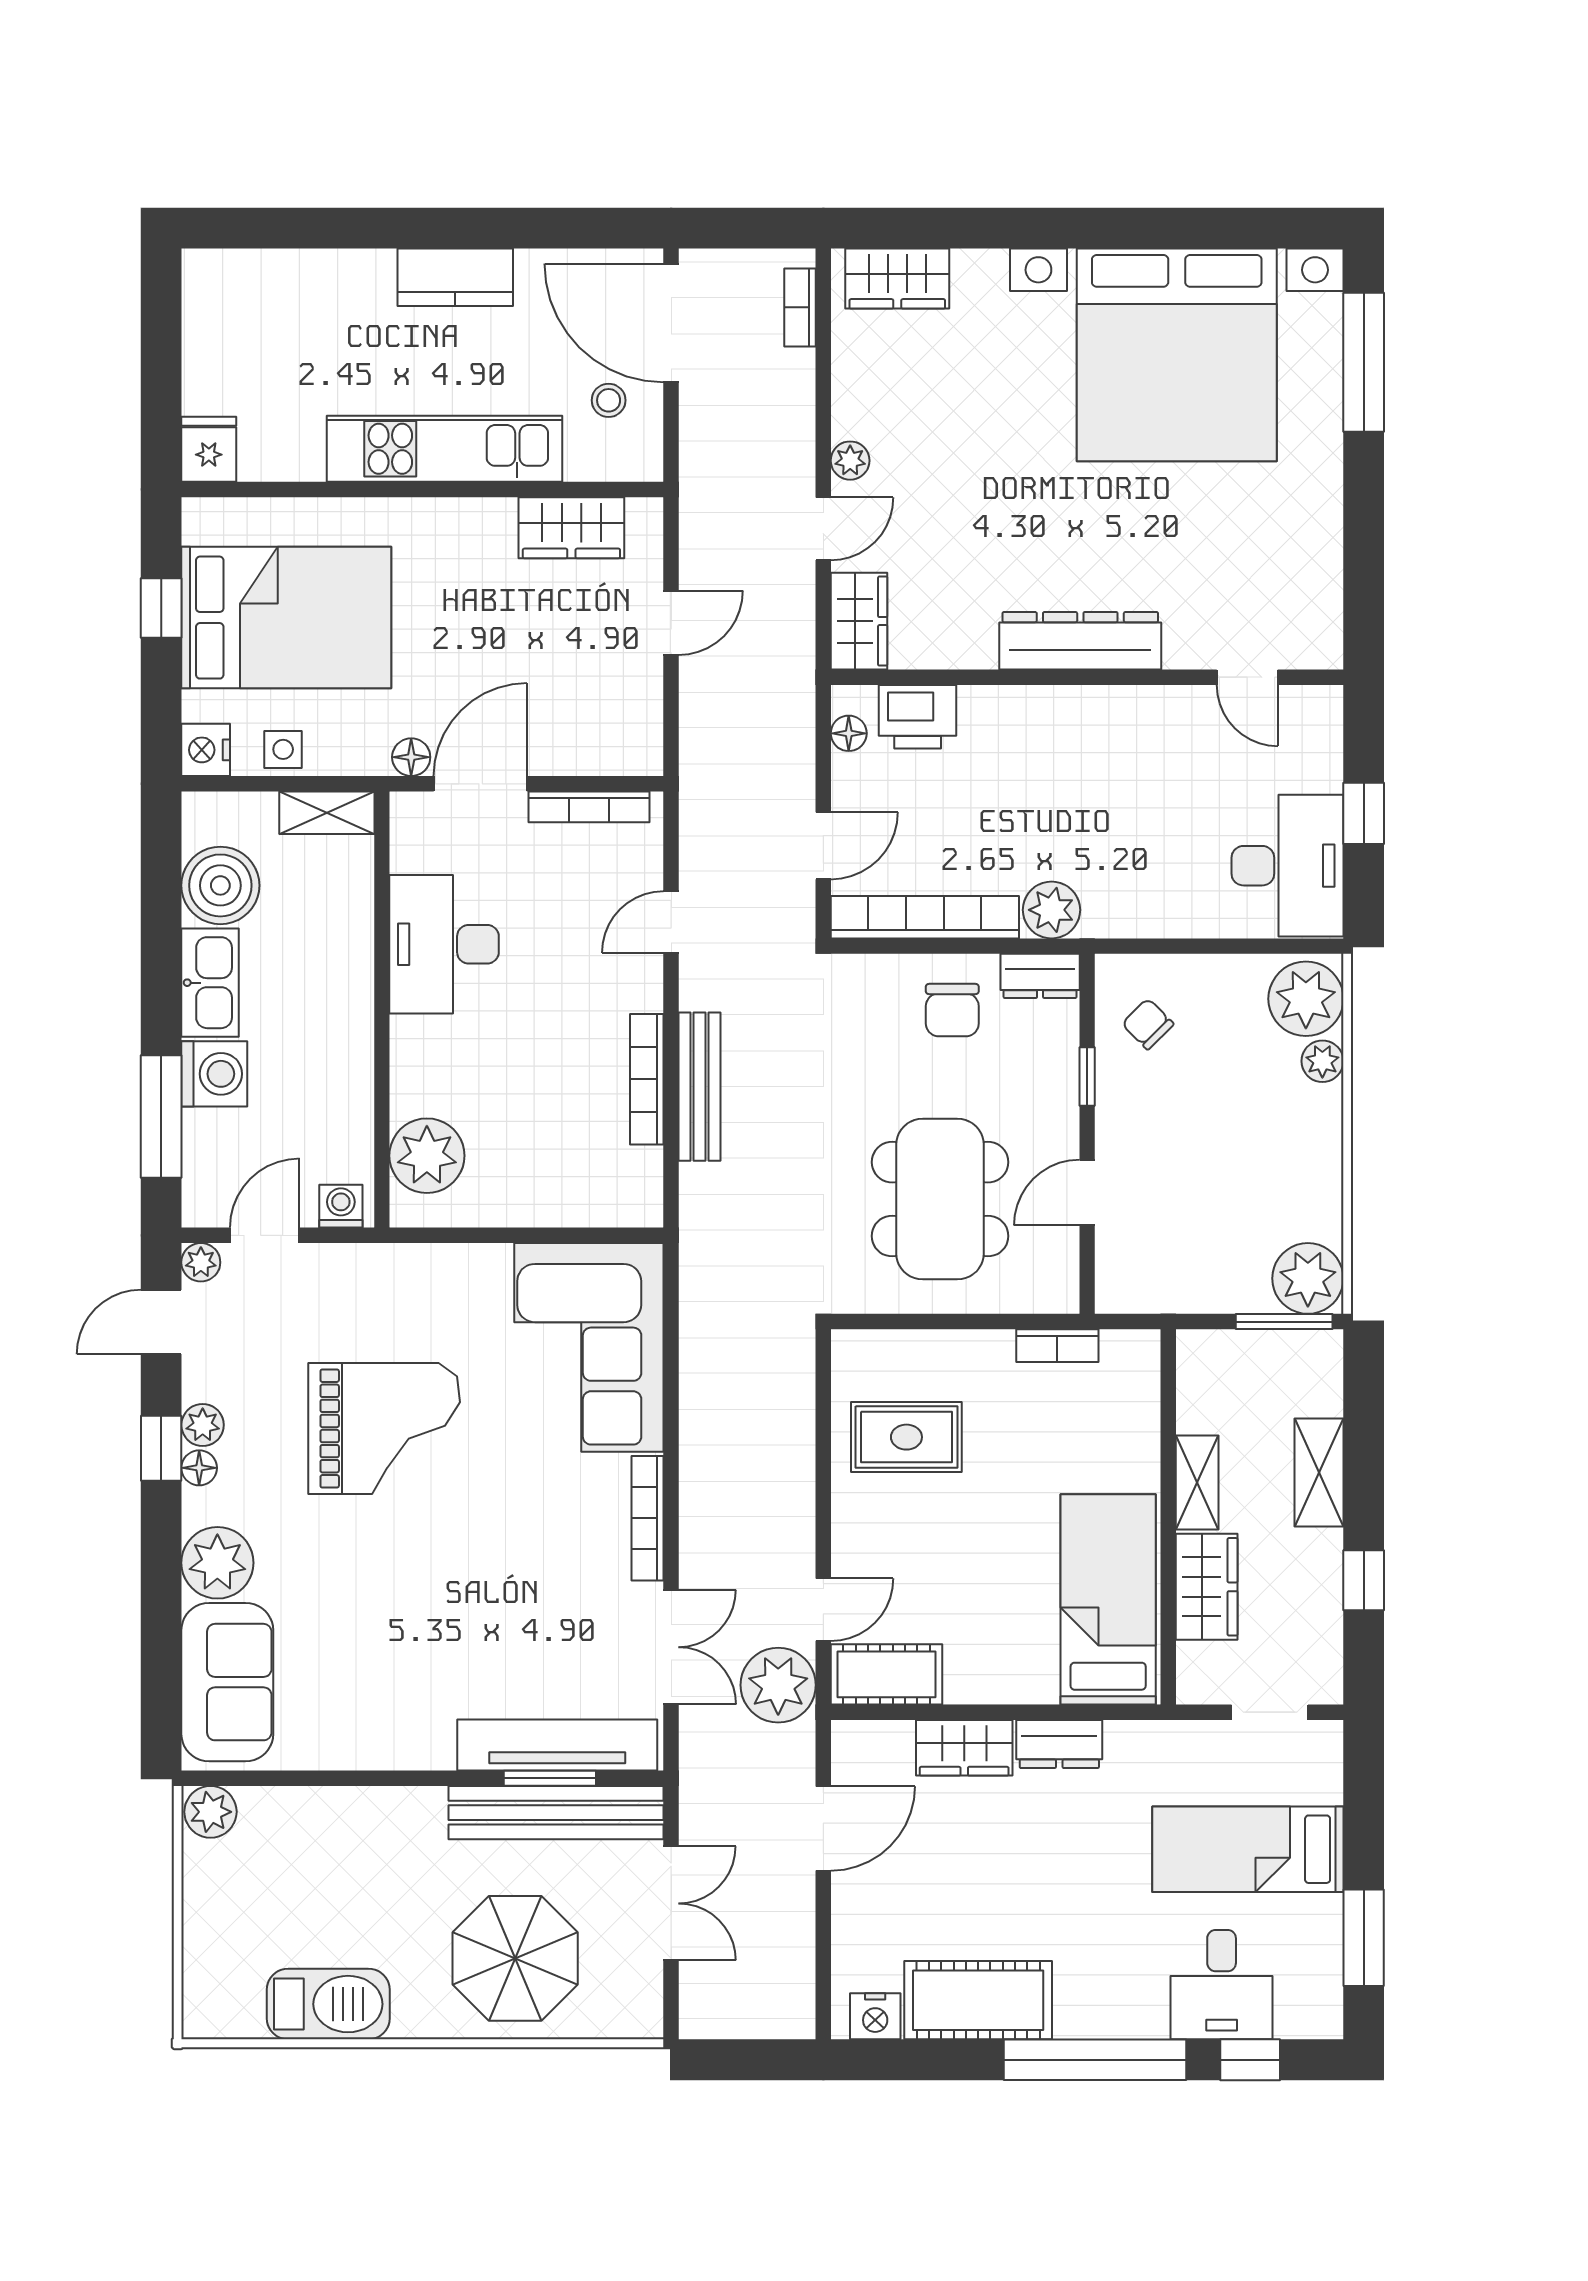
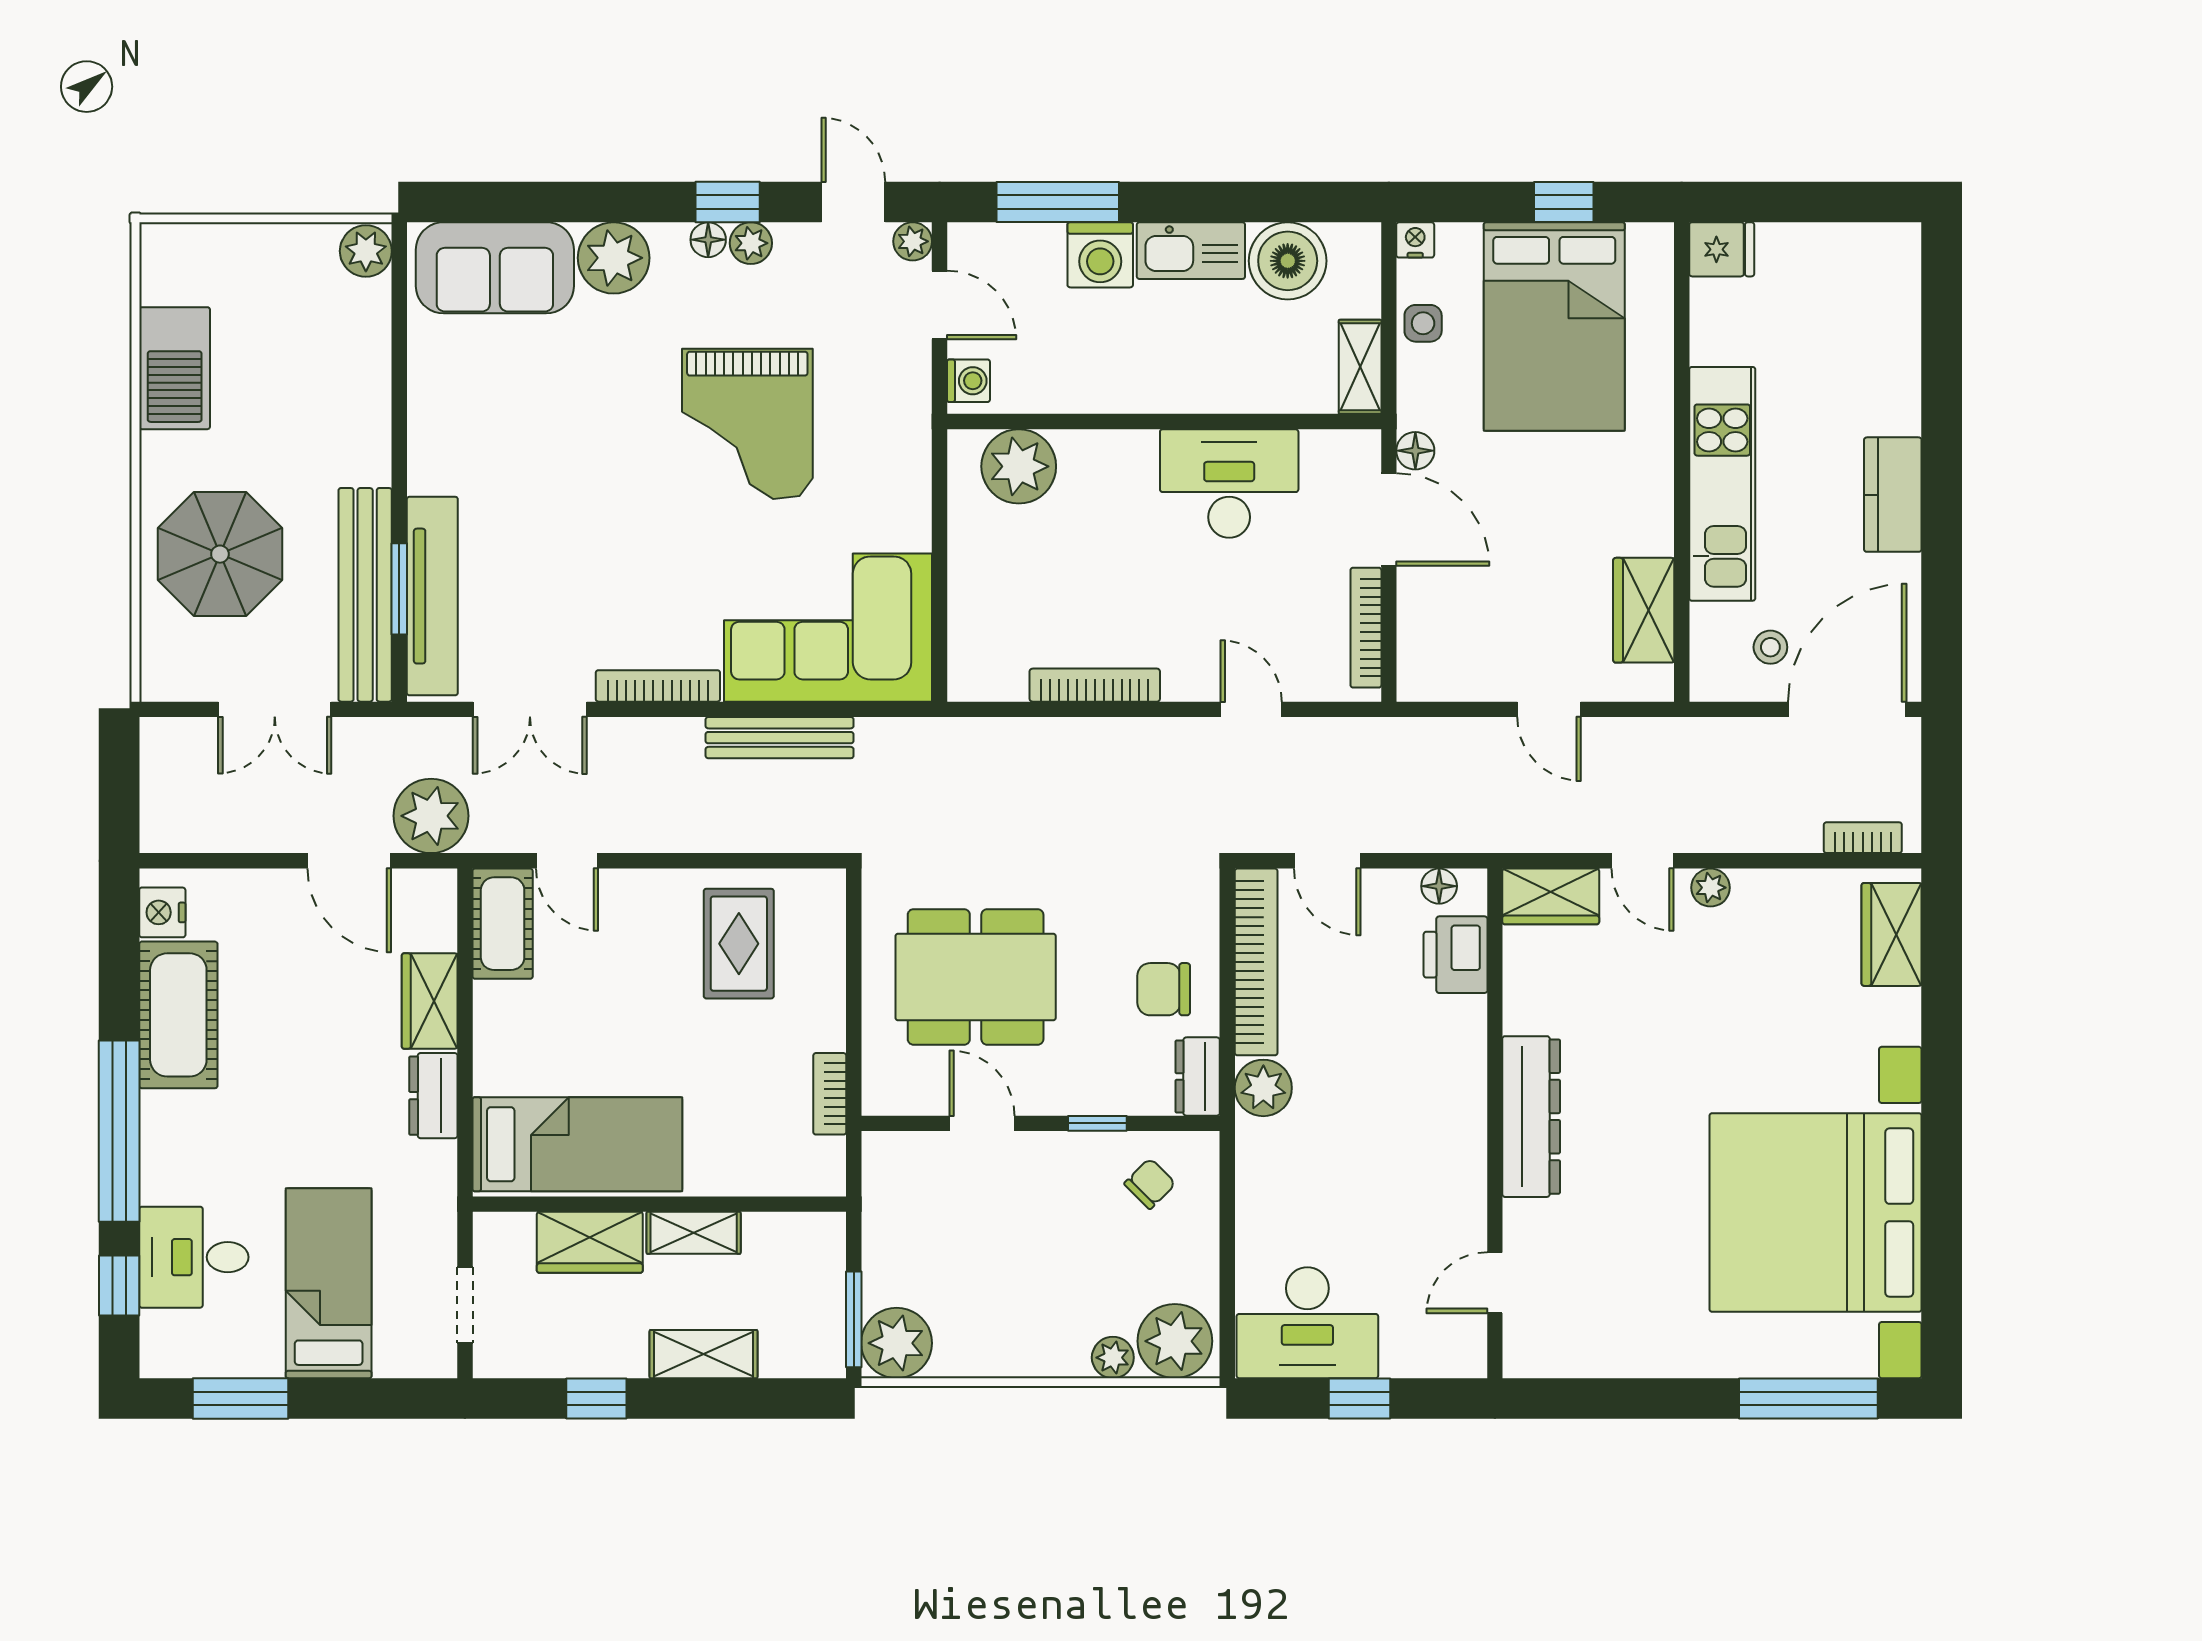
nightstand: (206, 750) -> (1415, 240), width x0.72, depth x0.74
bench: (699, 1087) -> (780, 738), moved
plant: (778, 1685) -> (431, 816), moved

